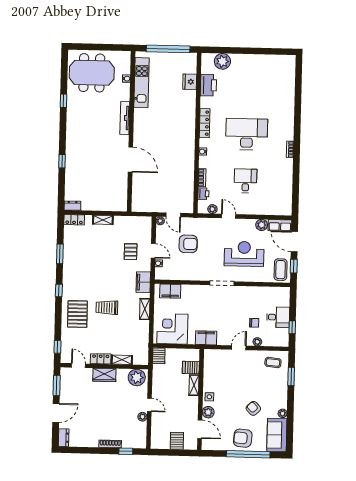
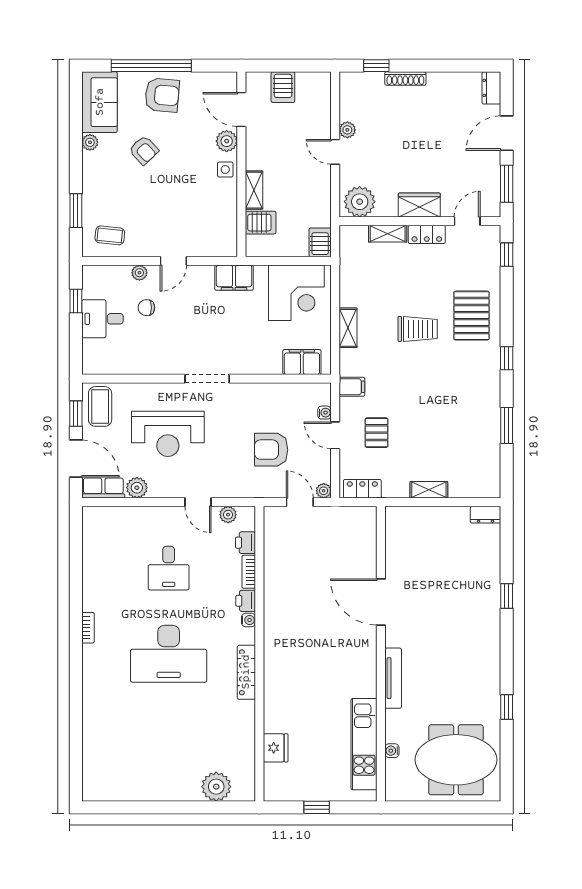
window: (168, 49) -> (317, 807), width x0.32
printer: (208, 85) -> (246, 601), moved, width x0.53, depth x0.68
locker: (74, 220) -> (362, 489), moved
filing cabinet: (143, 282) -> (352, 387), width x0.50
door: (78, 366) -> (467, 221), swing flipped

